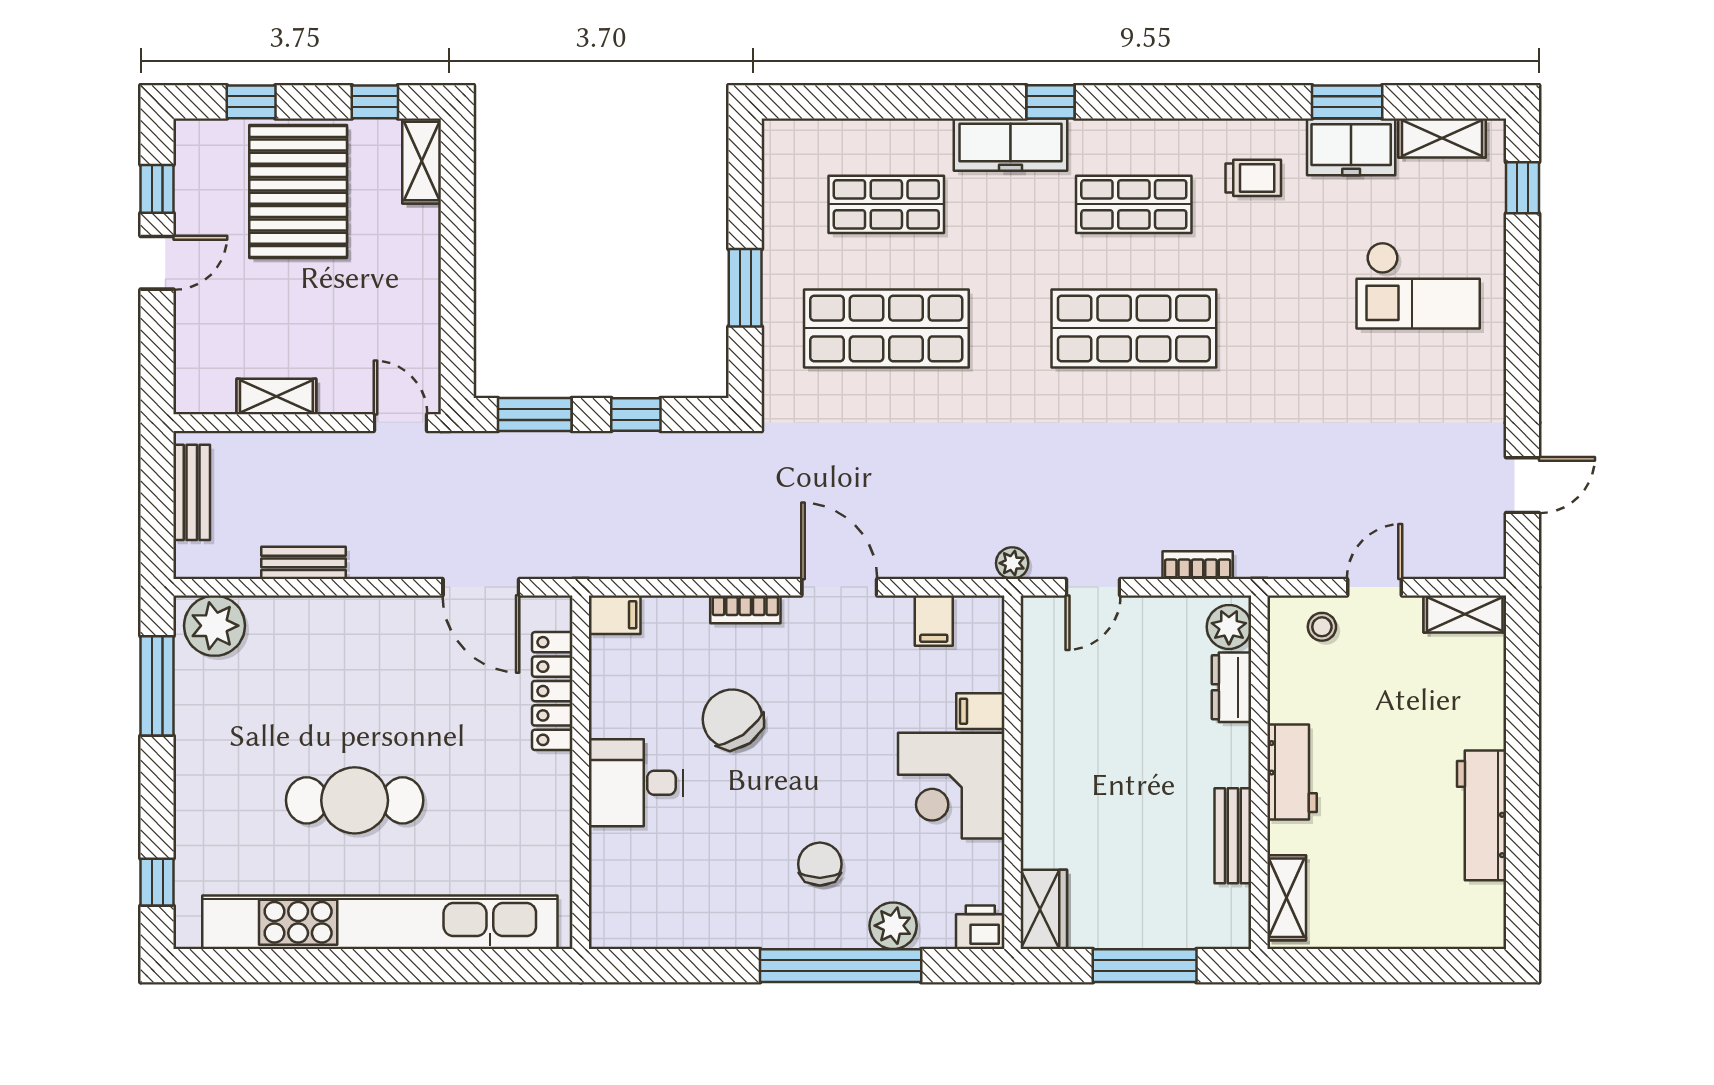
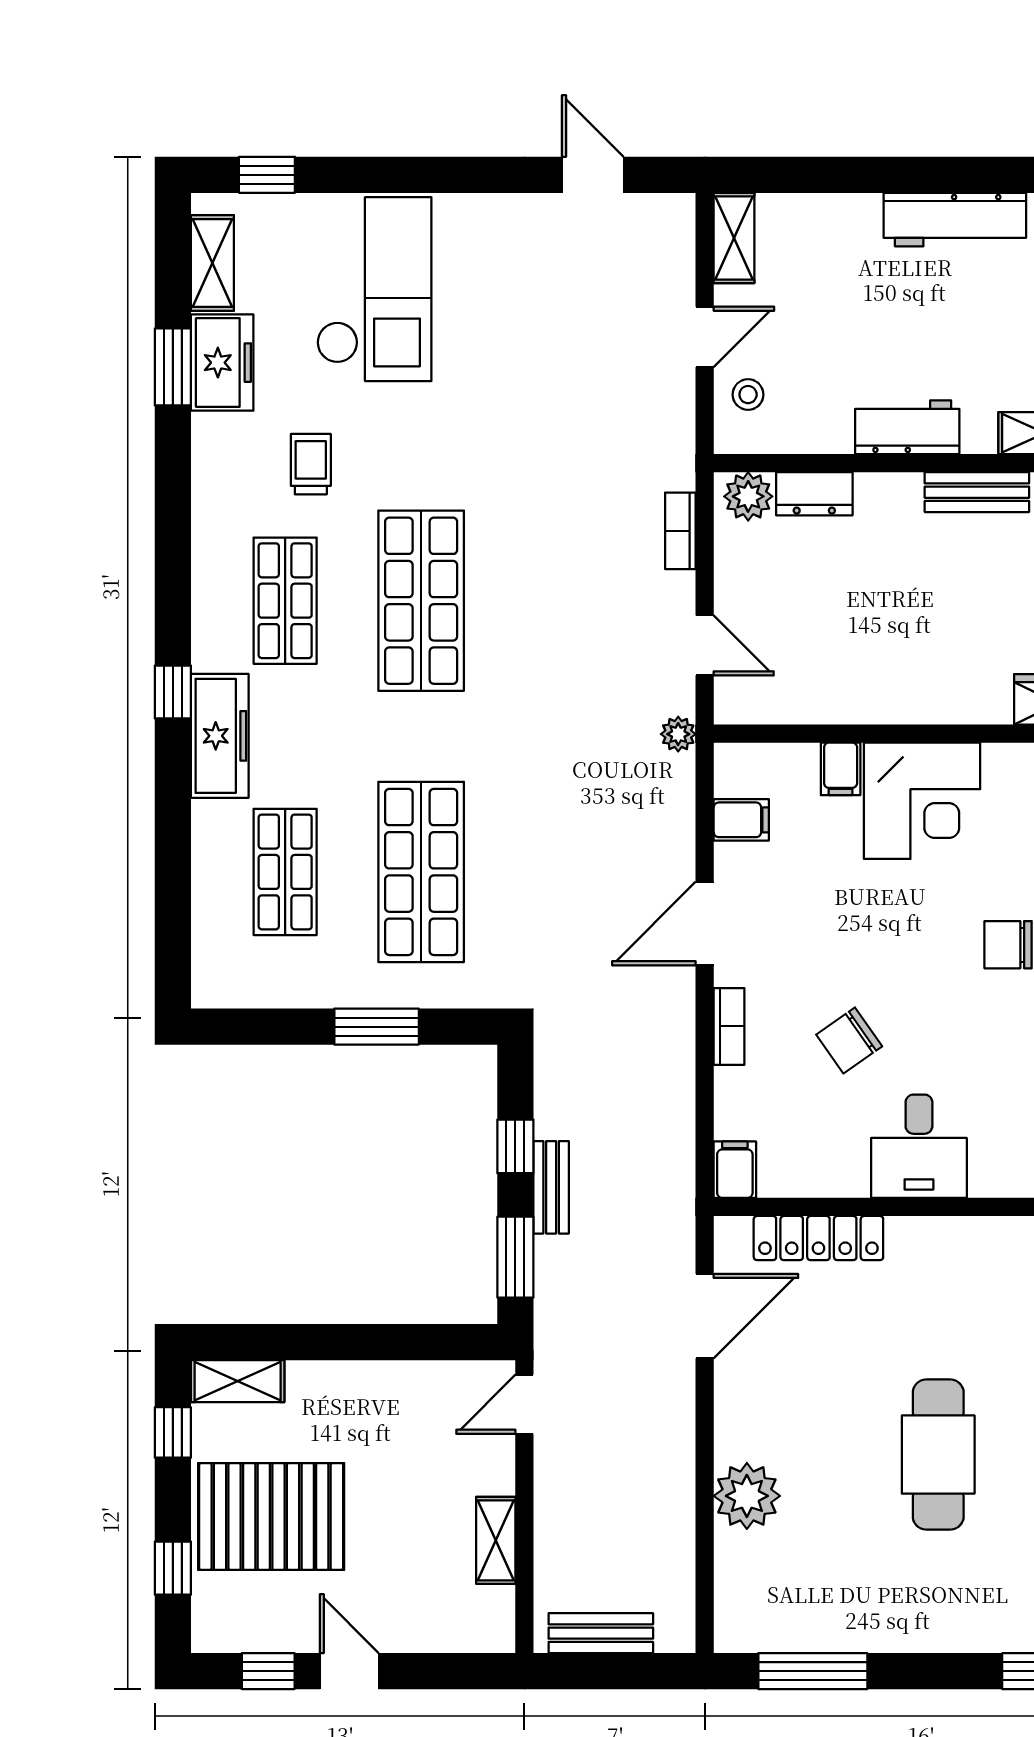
trolley: (1253, 178) -> (311, 464), moved
checkout: (1418, 286) -> (374, 289), width x1.36, depth x1.21
bench: (304, 563) -> (551, 1187), moved
door: (1374, 587) -> (705, 337), swing flipped
plant: (215, 626) -> (747, 1496), moved
chair: (733, 719) -> (849, 1040), width x0.73, depth x0.73

